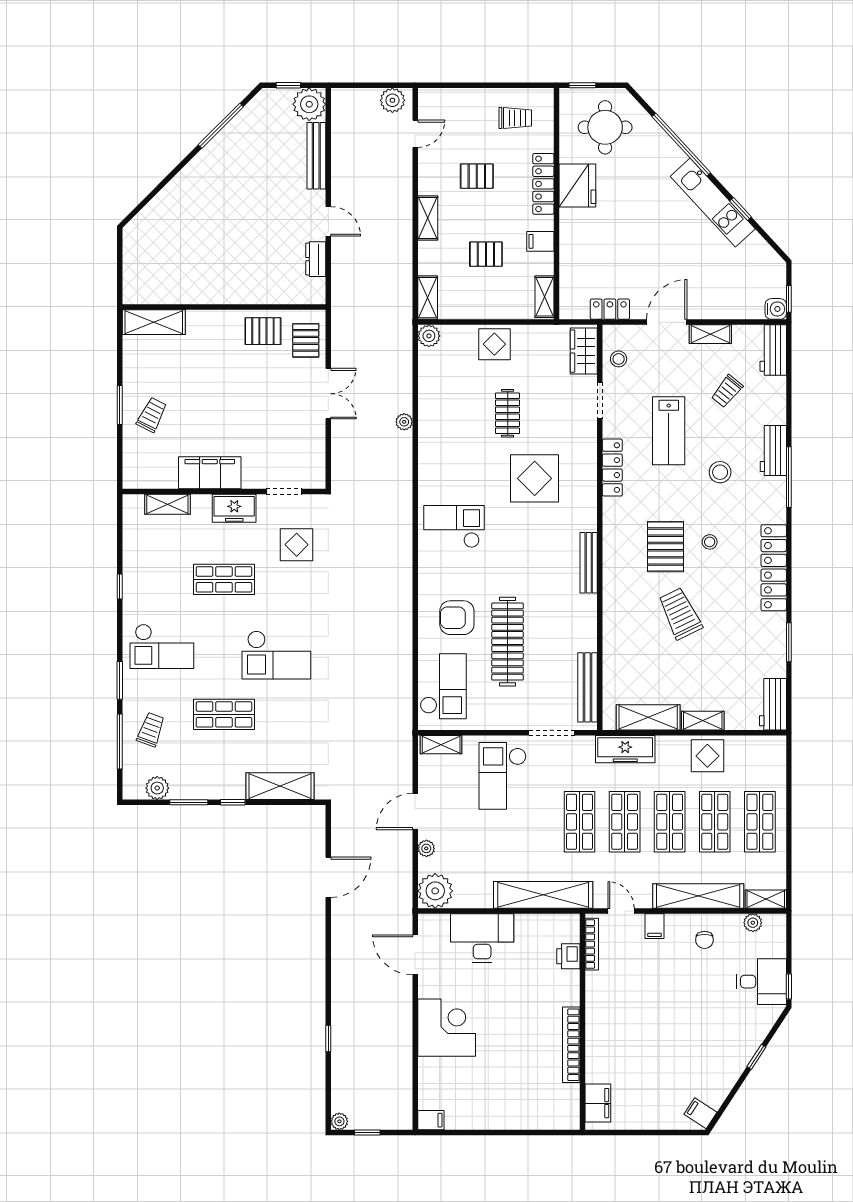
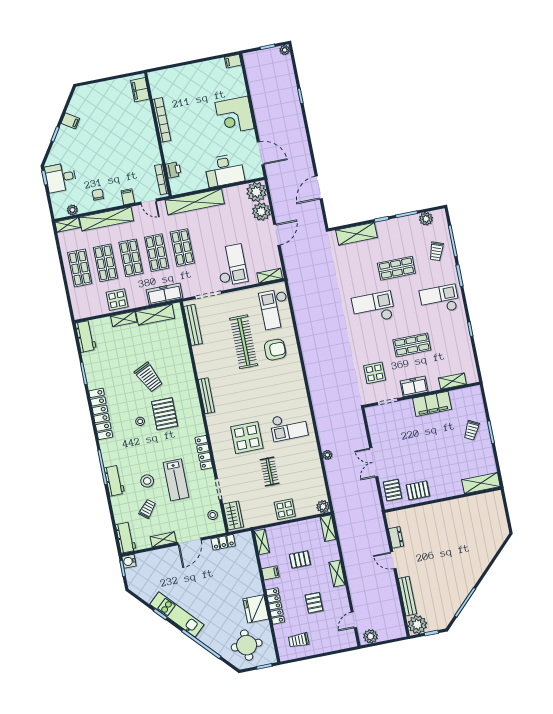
pallet: (477, 176) -> (314, 603), turned 90
lab bench: (669, 431) -> (176, 480), turned 180
stool: (720, 472) -> (147, 481), moved
checkout: (454, 527) -> (289, 427), moved
plant: (426, 848) -> (261, 212), width x1.88, depth x1.88
filing cabinet: (700, 1113) -> (70, 121), moved

